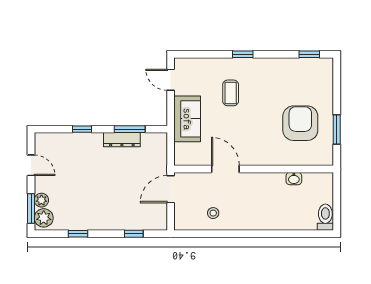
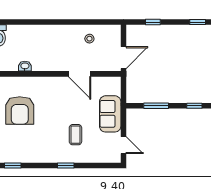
dresser: (122, 140) -> (162, 97), removed

